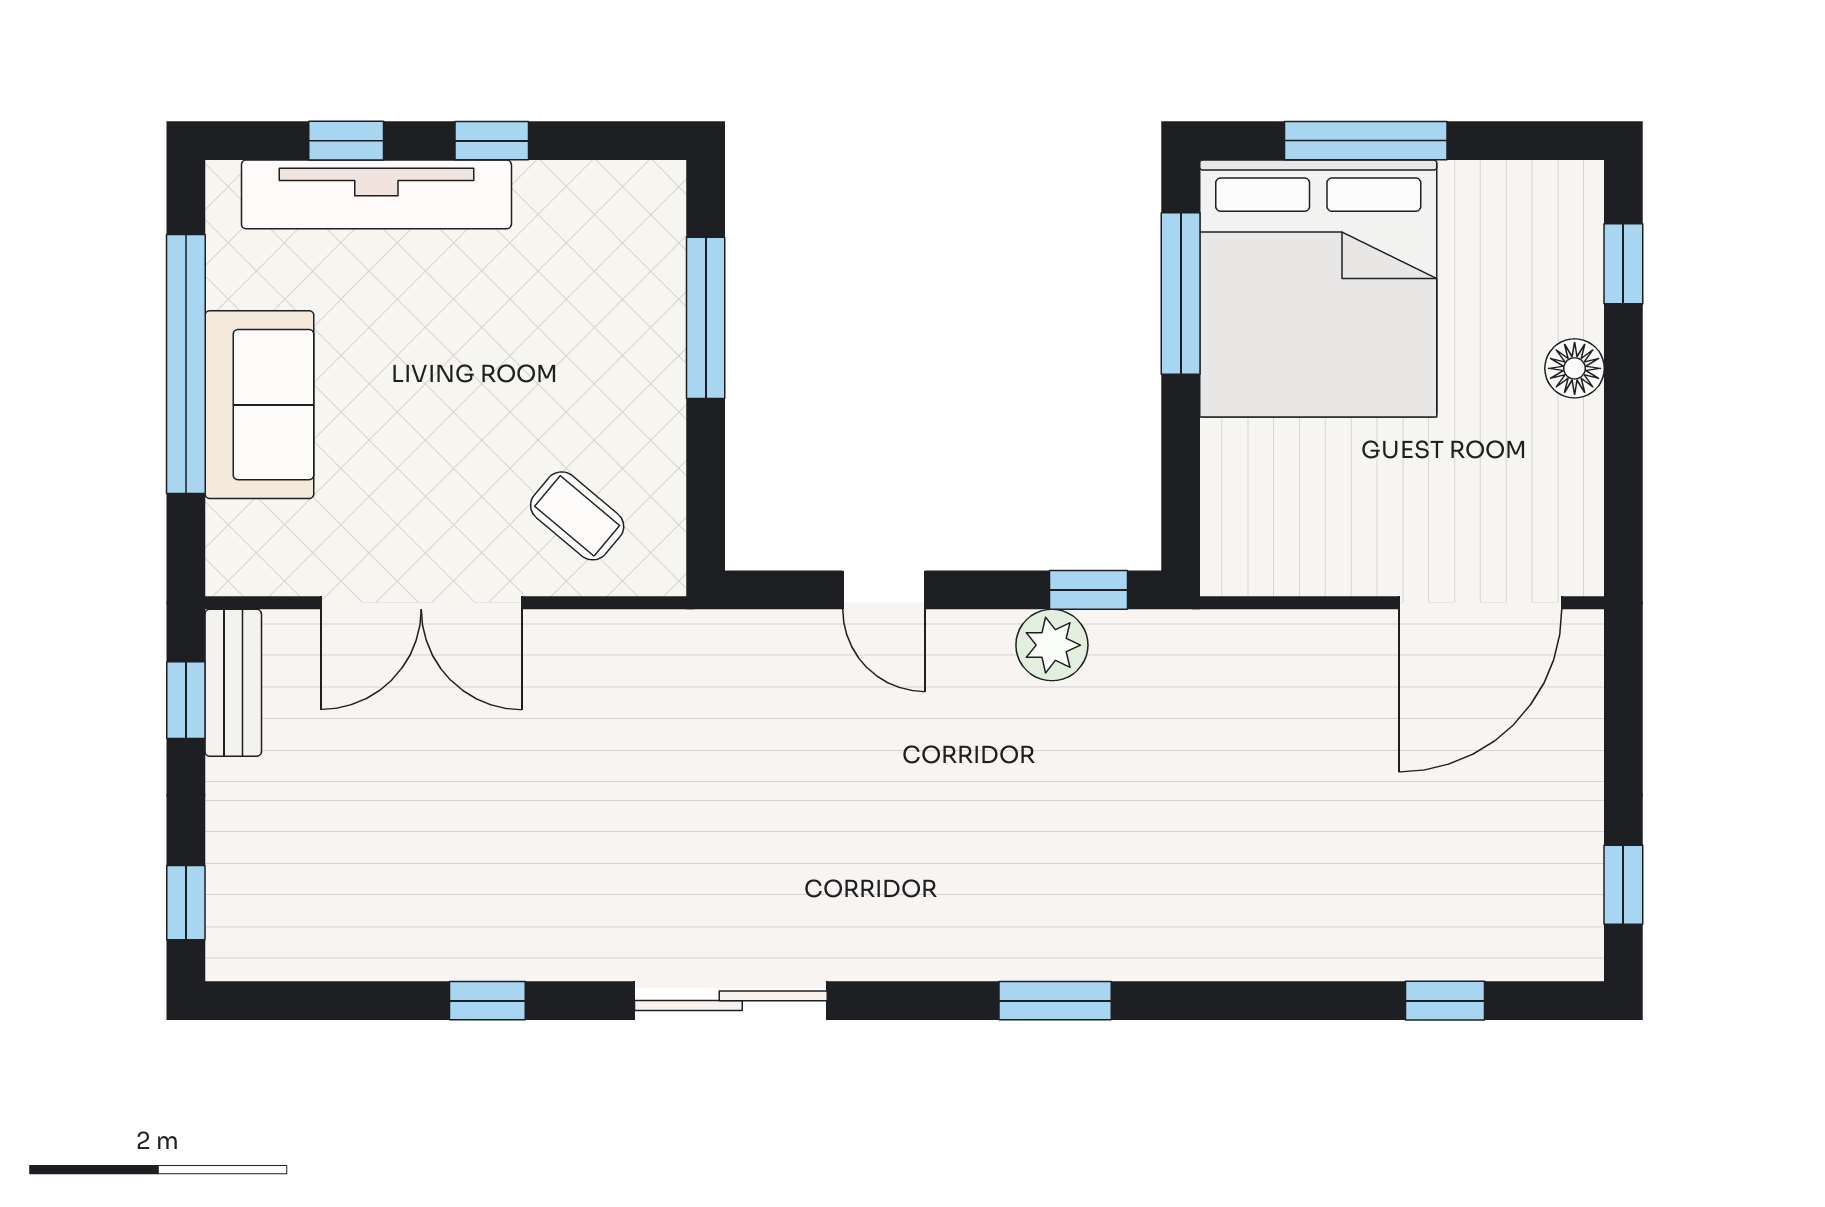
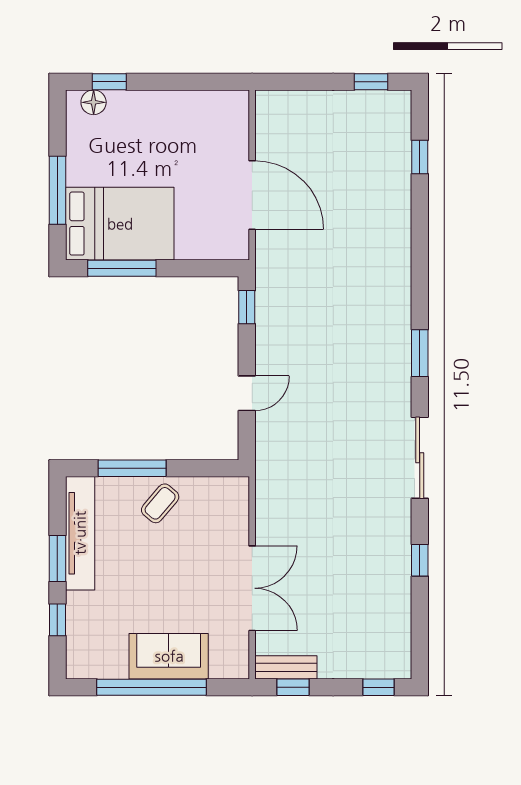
window: (492, 141) -> (57, 558), width x1.50
tv unit: (376, 194) -> (80, 533), moved
bed: (1318, 289) -> (120, 224), width x0.73
floor lamp: (1575, 368) -> (94, 102), moved
coffee table: (577, 516) -> (160, 503), moved
door: (1480, 603) -> (252, 195), moved
plant: (1052, 645) -> (270, 322), removed
window: (1055, 1001) -> (420, 353), moved

